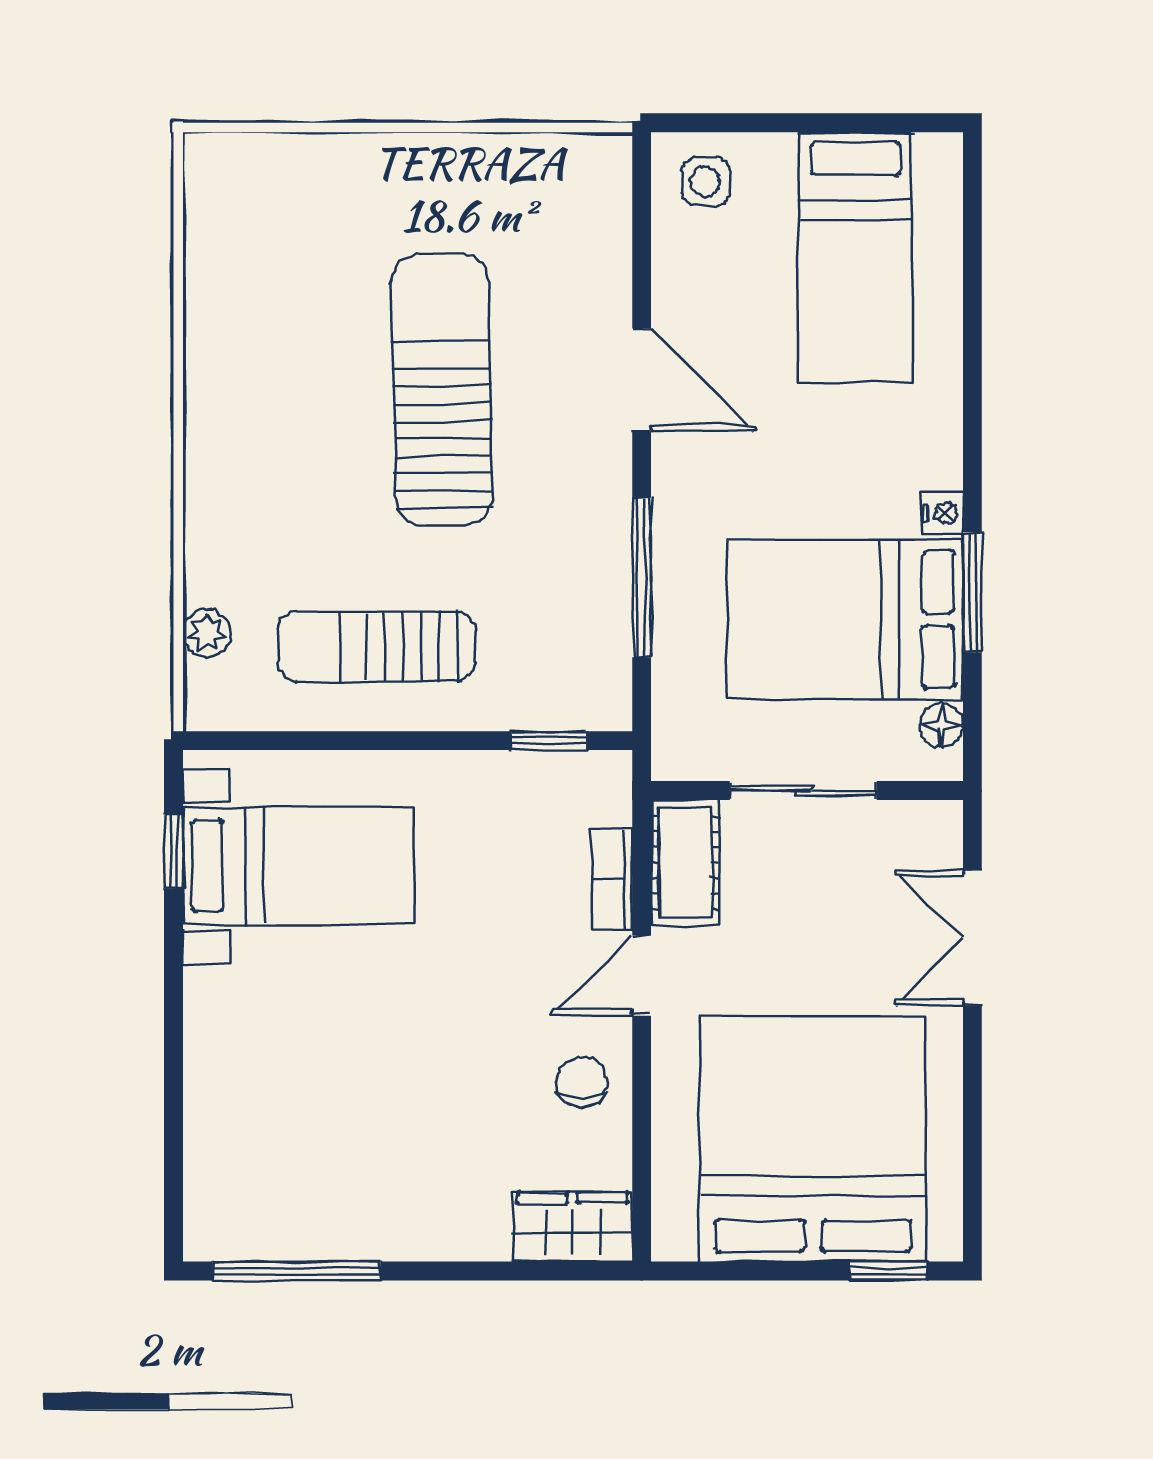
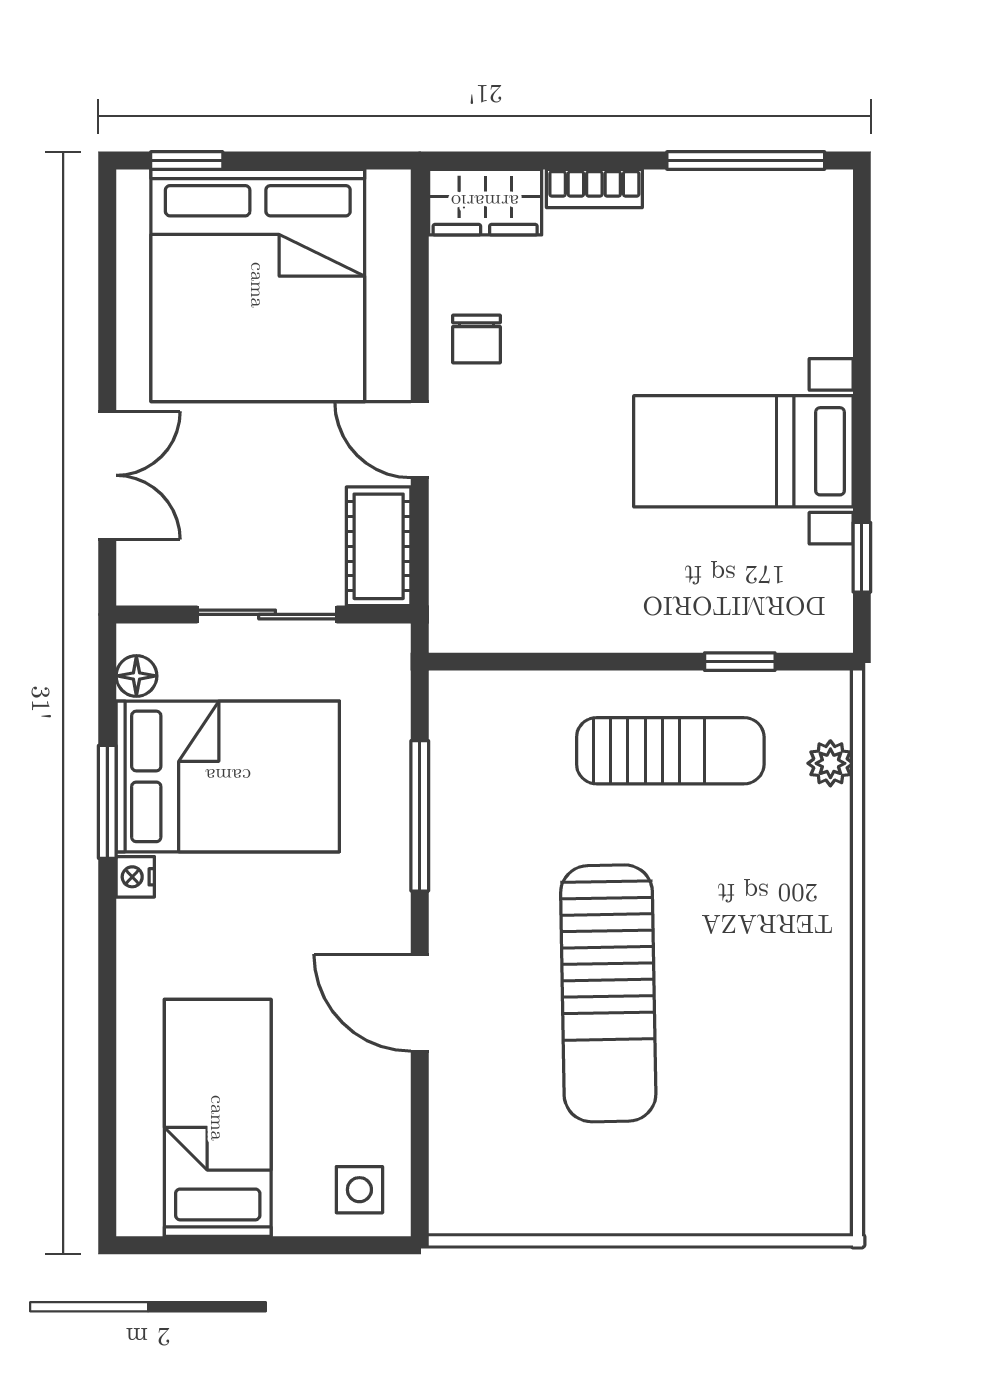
window: (549, 741) -> (740, 662), moved
bed with nightstands: (299, 866) -> (743, 451), moved
bookcase: (612, 880) -> (594, 189), moved, turned 90
door: (642, 976) -> (420, 440), swing flipped

